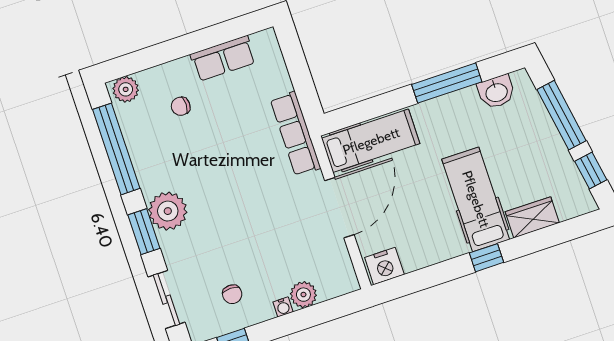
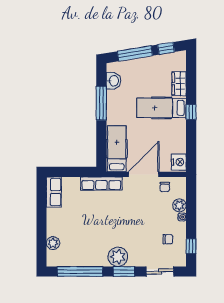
row of seats: (223, 58) -> (54, 192), moved
plant: (126, 89) -> (53, 243), moved
chair: (181, 106) -> (165, 187), moved
door: (339, 208) -> (144, 174), hinge flipped

